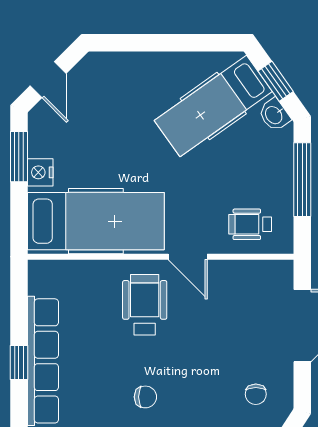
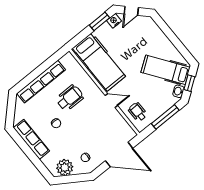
nightstand: (40, 172) -> (114, 21), moved
door: (188, 257) -> (111, 101), swing flipped
wheelchair: (145, 305) -> (70, 98), moved
window: (19, 363) -> (34, 74), removed

